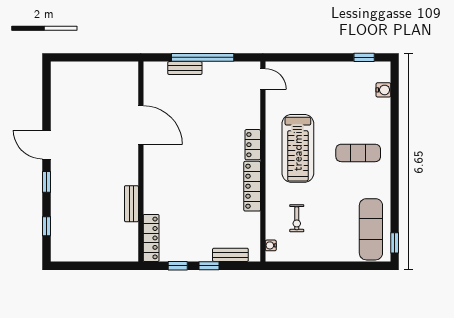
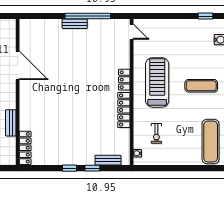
door: (141, 125) -> (18, 65), moved
treadmill: (298, 148) -> (157, 82), turned 180
wall: (141, 162) -> (18, 92), moved
bench: (131, 204) -> (11, 123), moved
locker: (151, 238) -> (25, 148), moved

